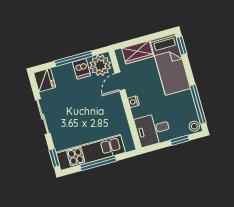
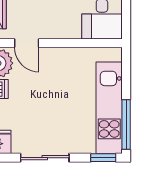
nightstand: (133, 102) -> (58, 33), removed
window: (98, 163) -> (126, 125), moved

